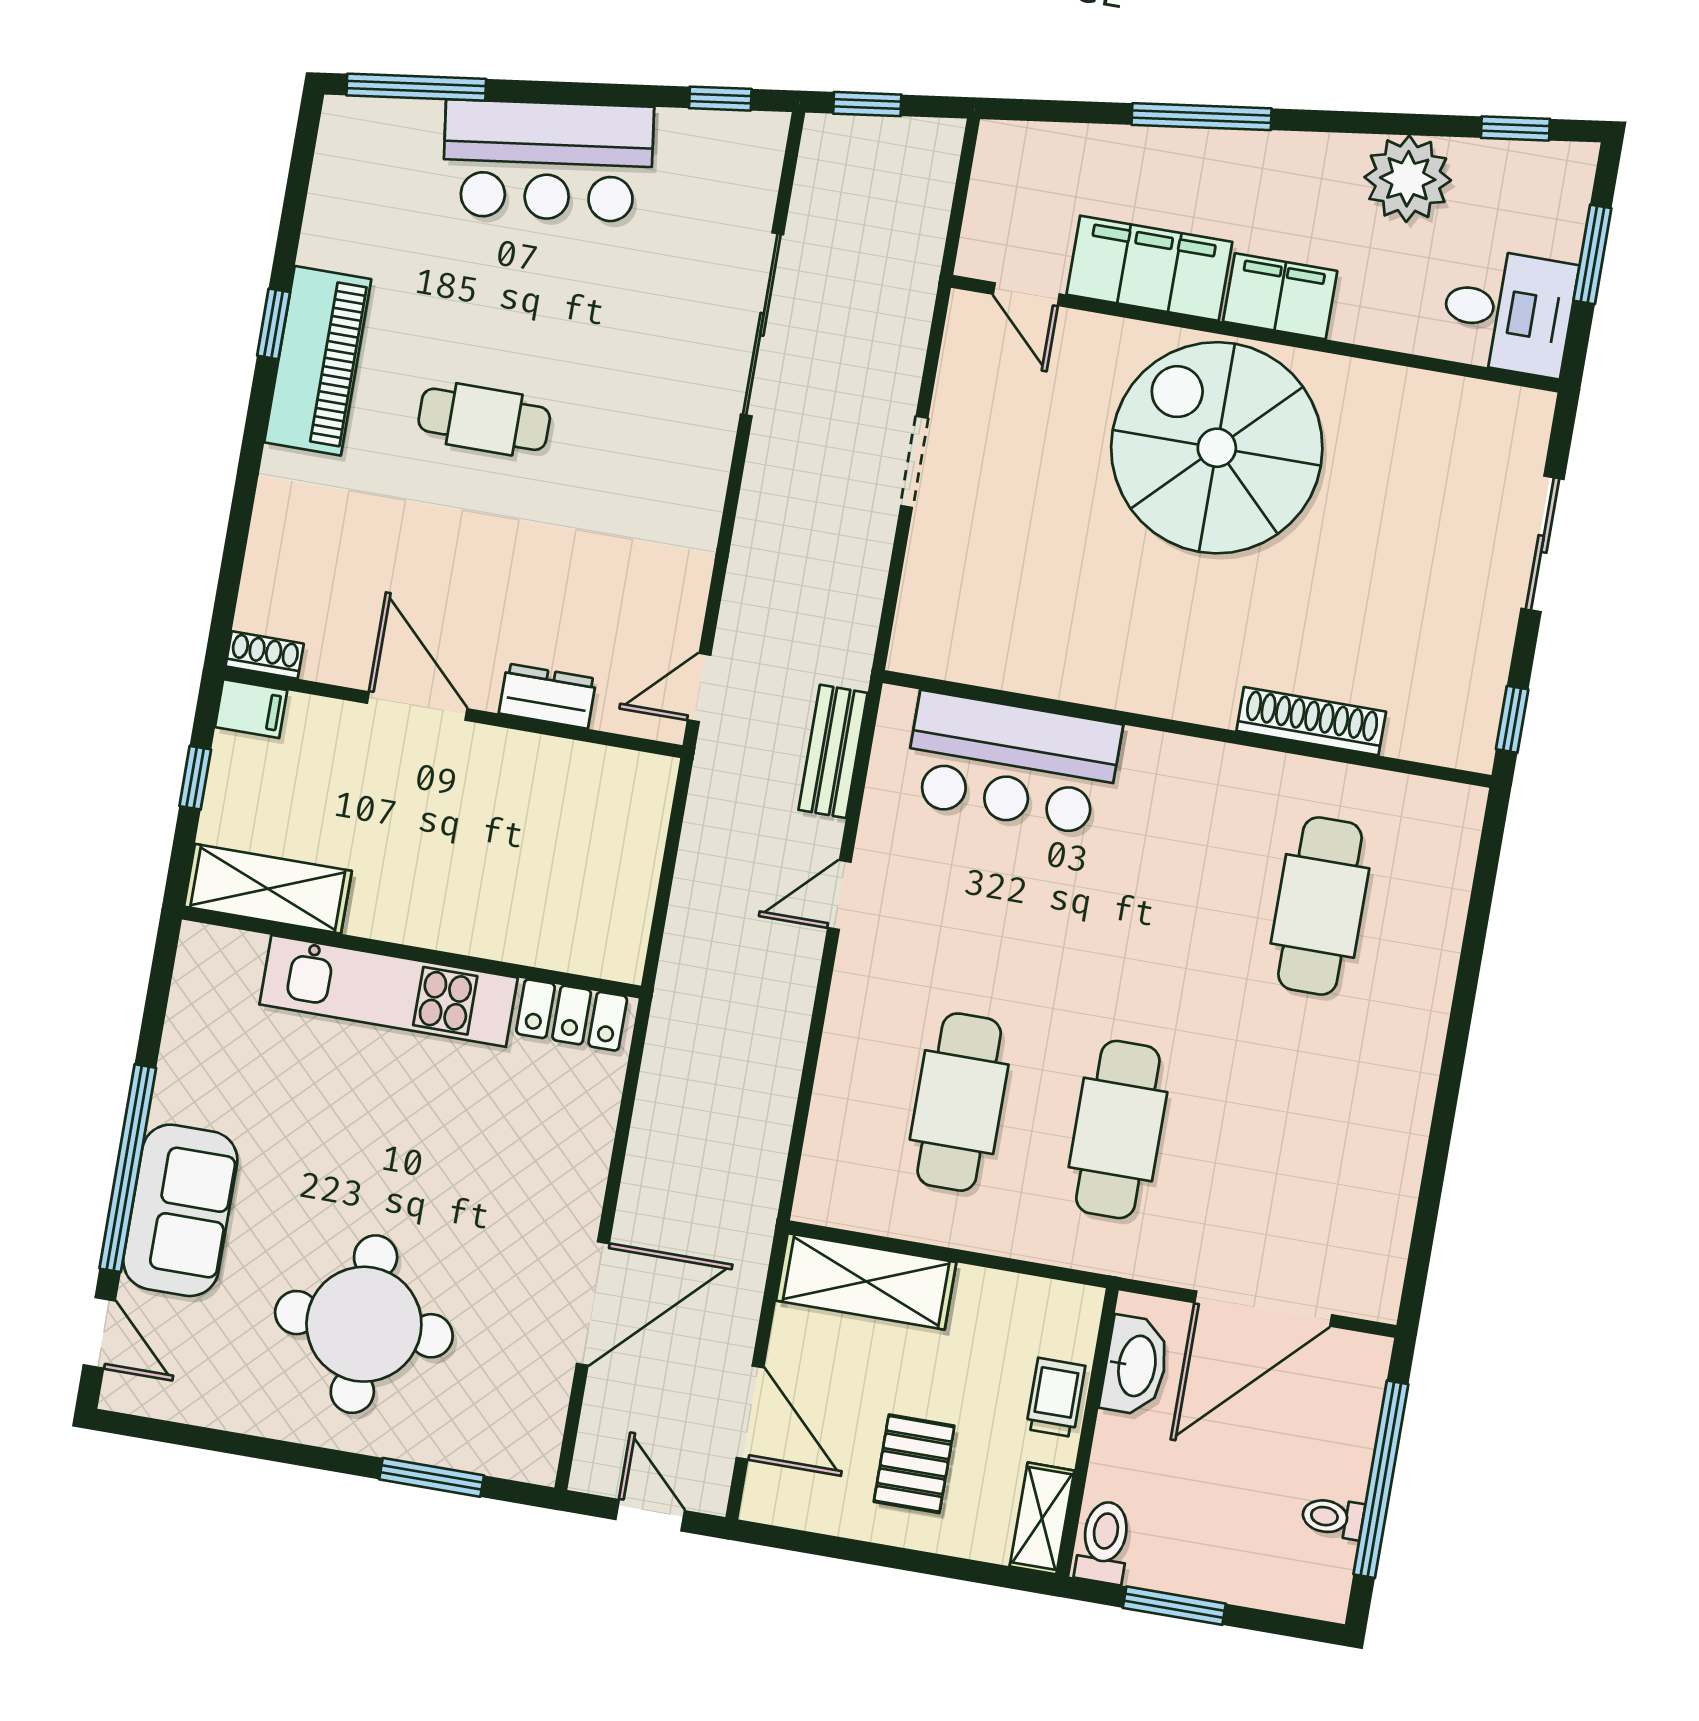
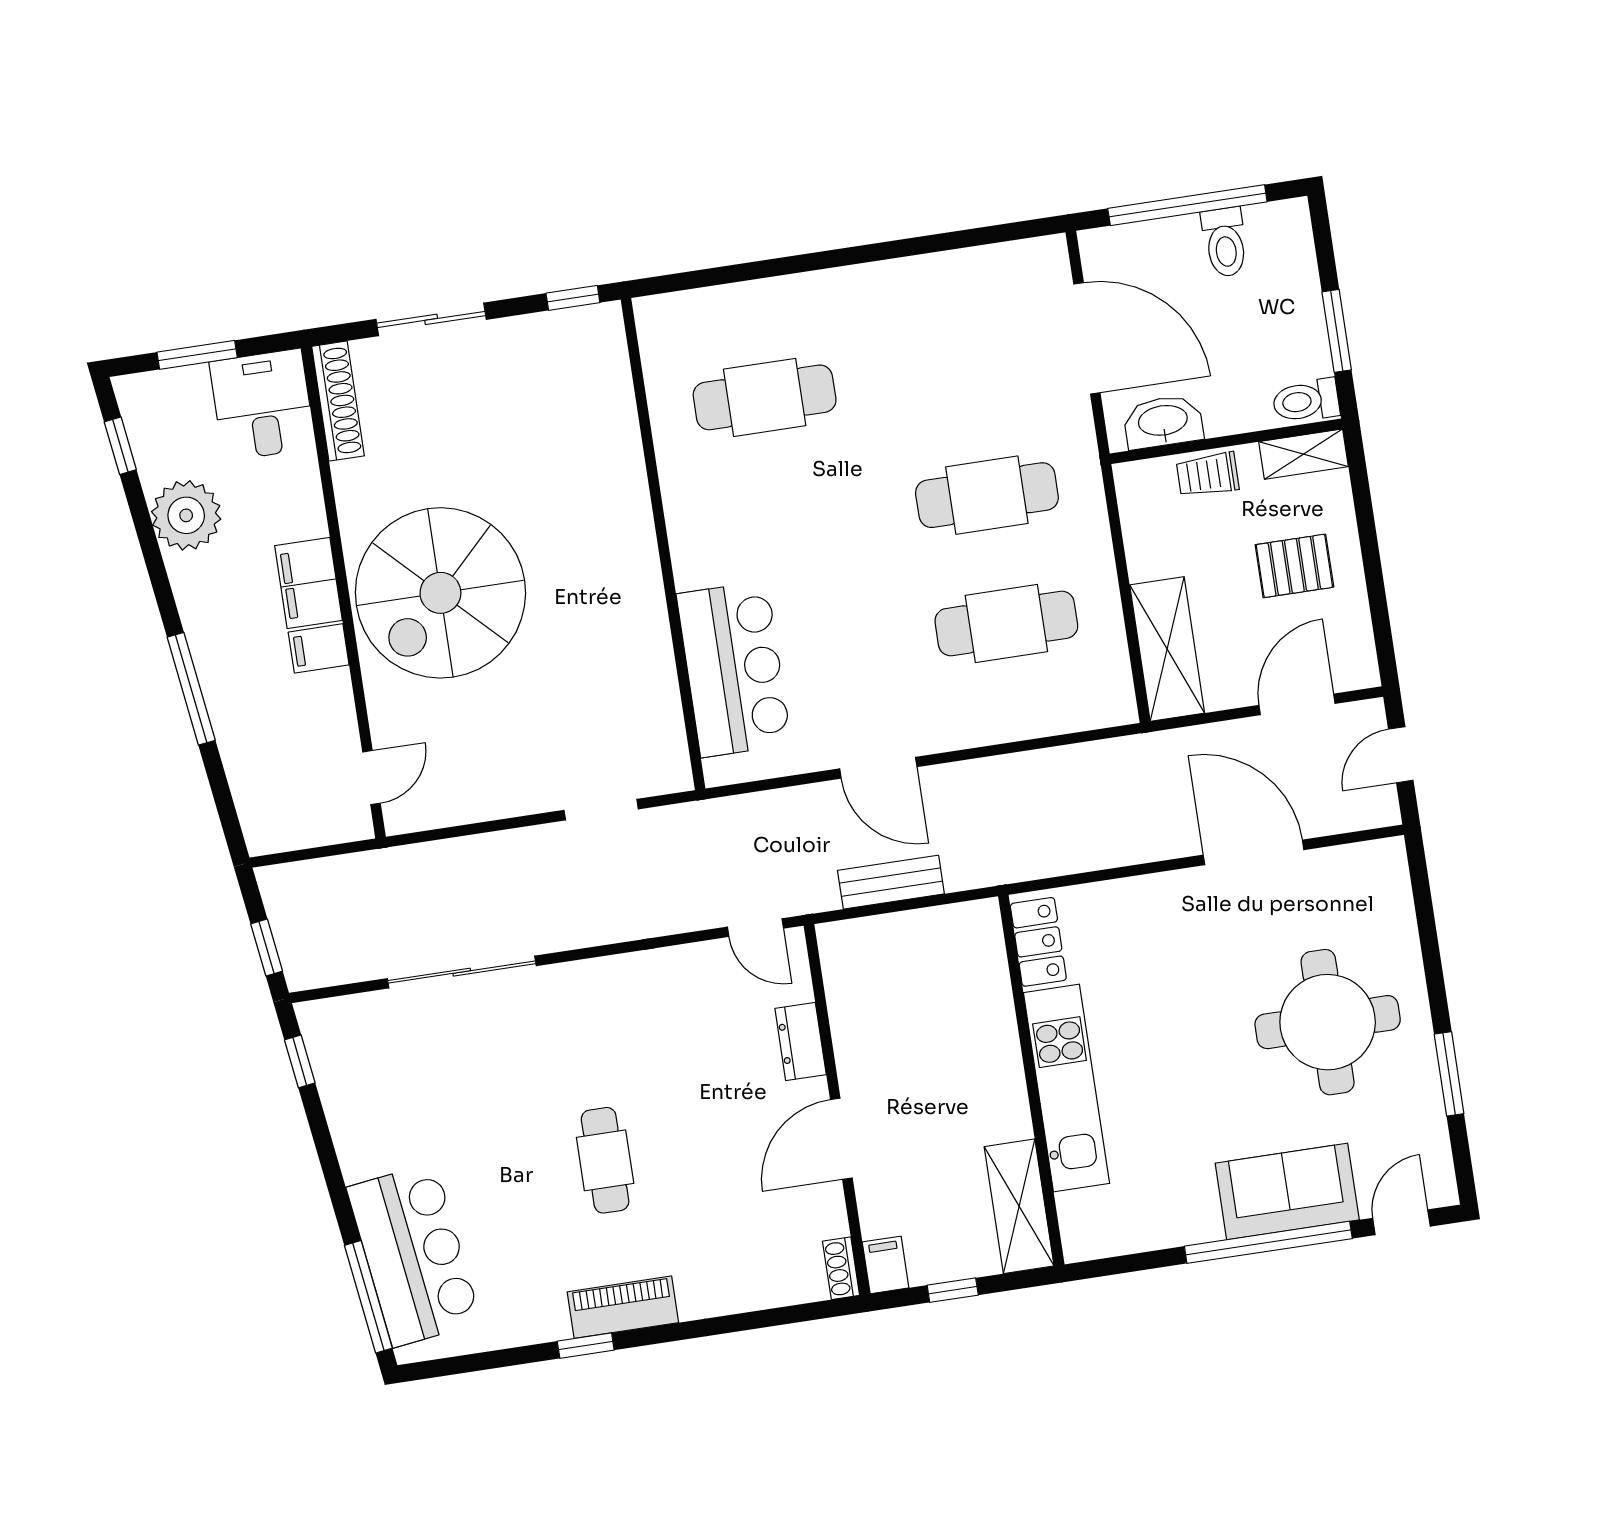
bar counter: (548, 161) -> (414, 1255), moved
filing cabinet: (1149, 268) -> (319, 648), width x0.33, depth x0.86
piano: (318, 361) -> (623, 1307), width x0.73, depth x0.75
doorway: (914, 462) -> (601, 810), moved
shoe rack: (1311, 721) -> (338, 401), moved, turned 180
bench: (833, 751) -> (891, 882), moved
door: (839, 895) -> (878, 768), width x1.38
window: (432, 1477) -> (1449, 1074), moved
toilet: (1333, 1517) -> (1225, 242), width x1.37, depth x1.39

